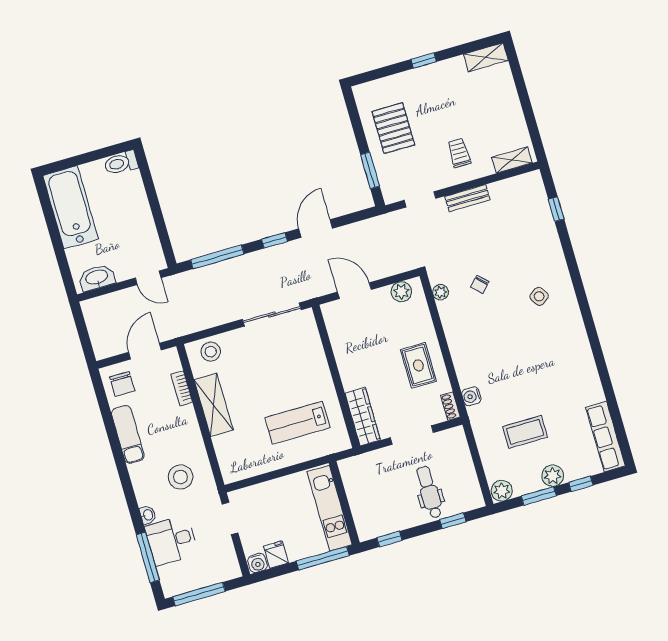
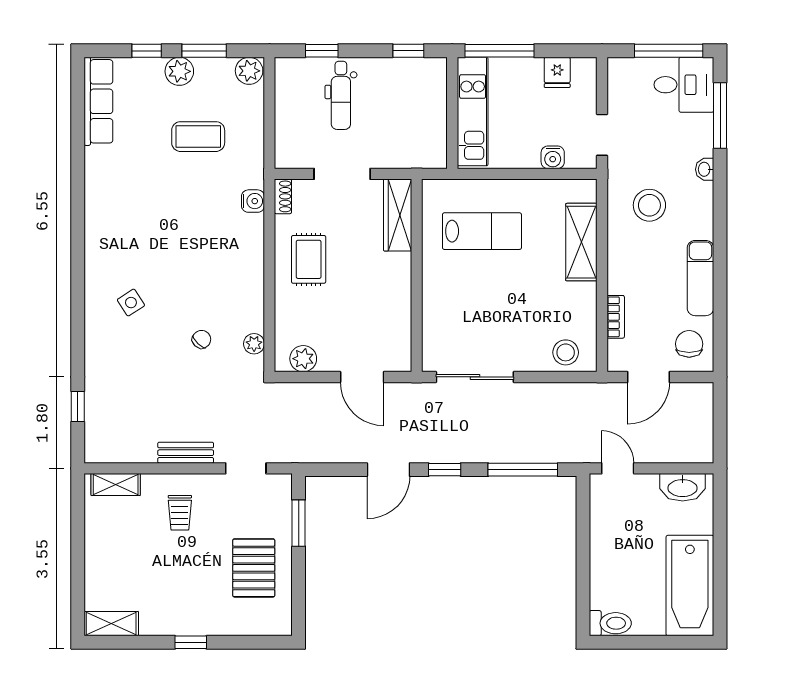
shelving: (214, 405) -> (581, 242), moved
desk: (171, 540) -> (684, 85), moved
water cooler: (258, 563) -> (553, 157), moved, turned 180

